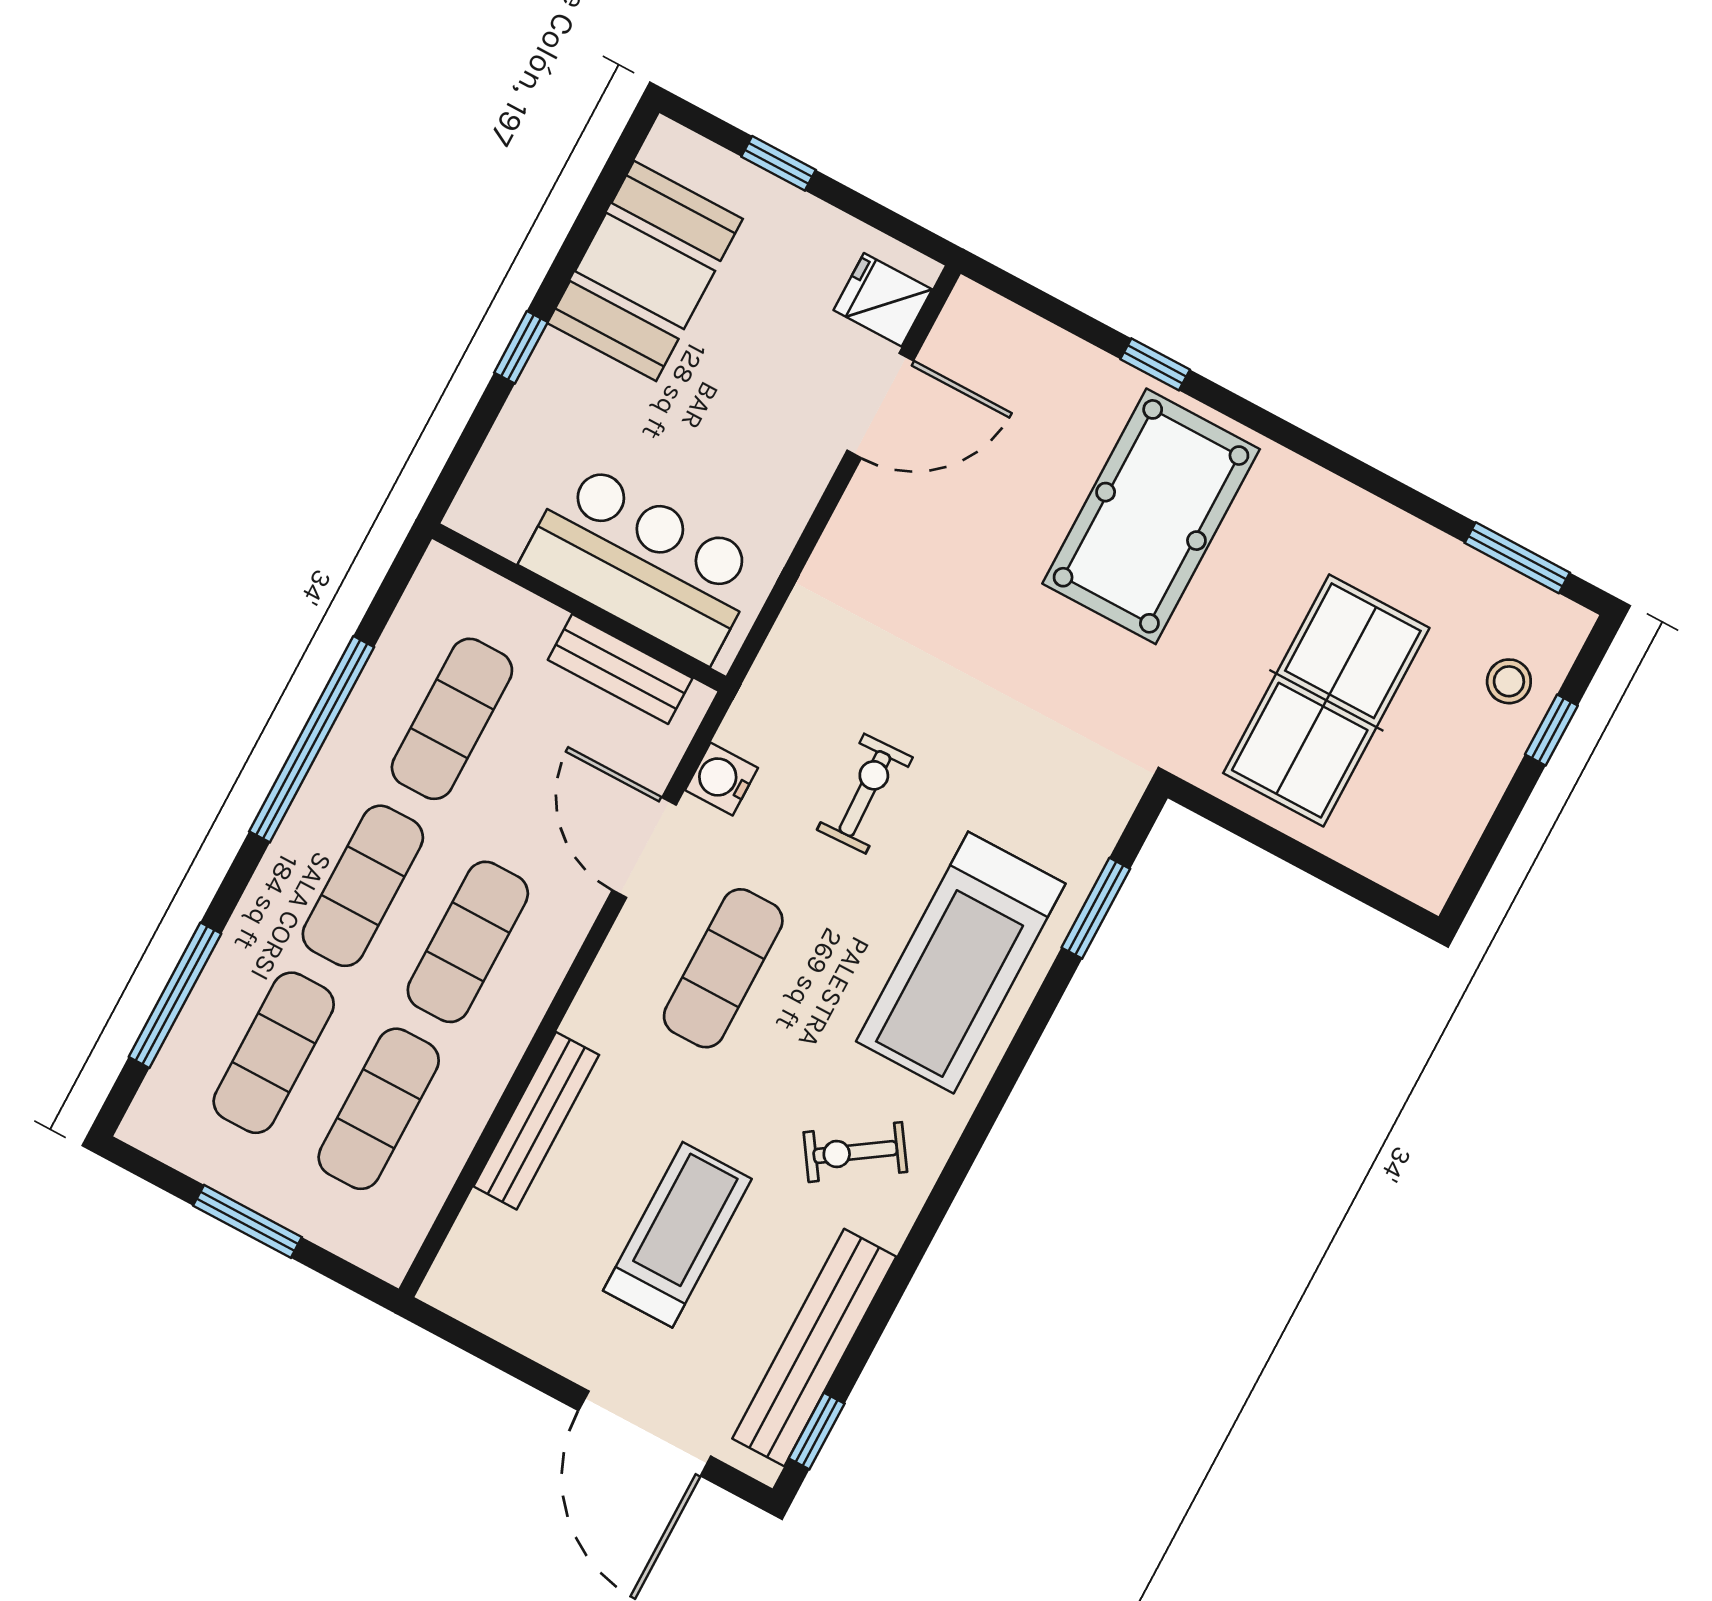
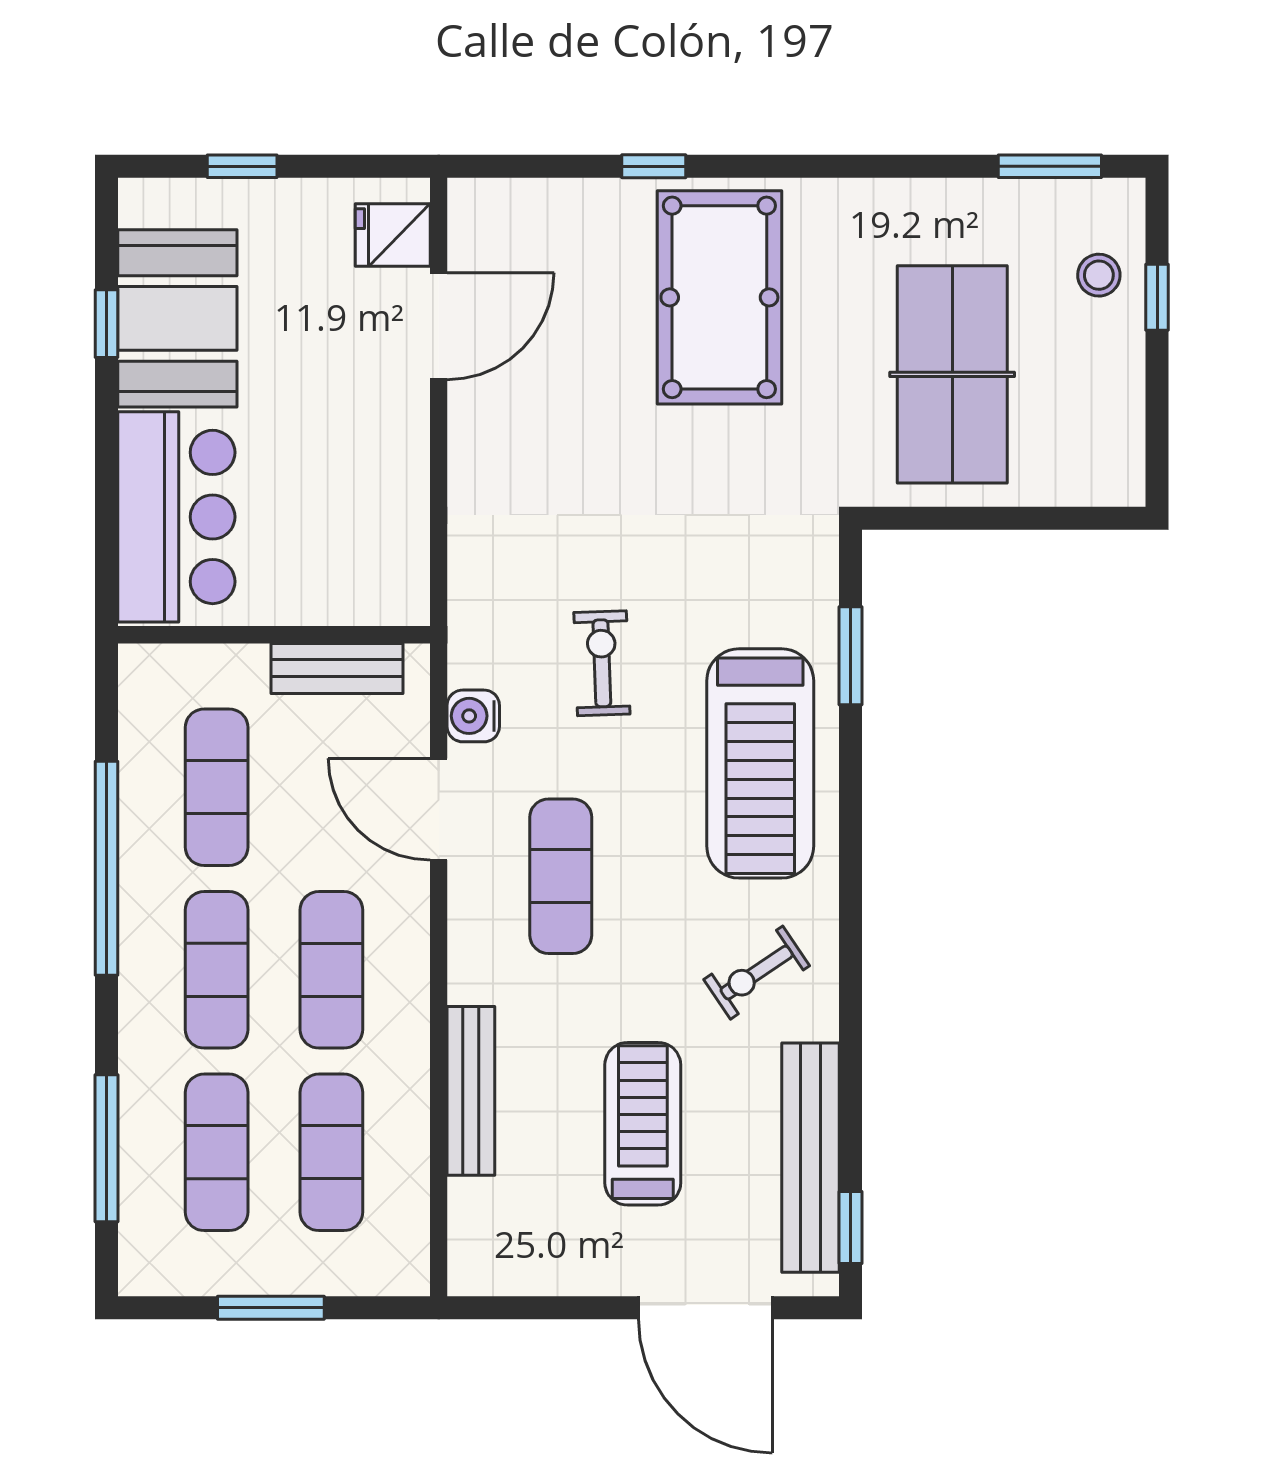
window: (521, 347) -> (106, 324), moved
bar counter: (642, 562) -> (176, 517), moved, turned 90

